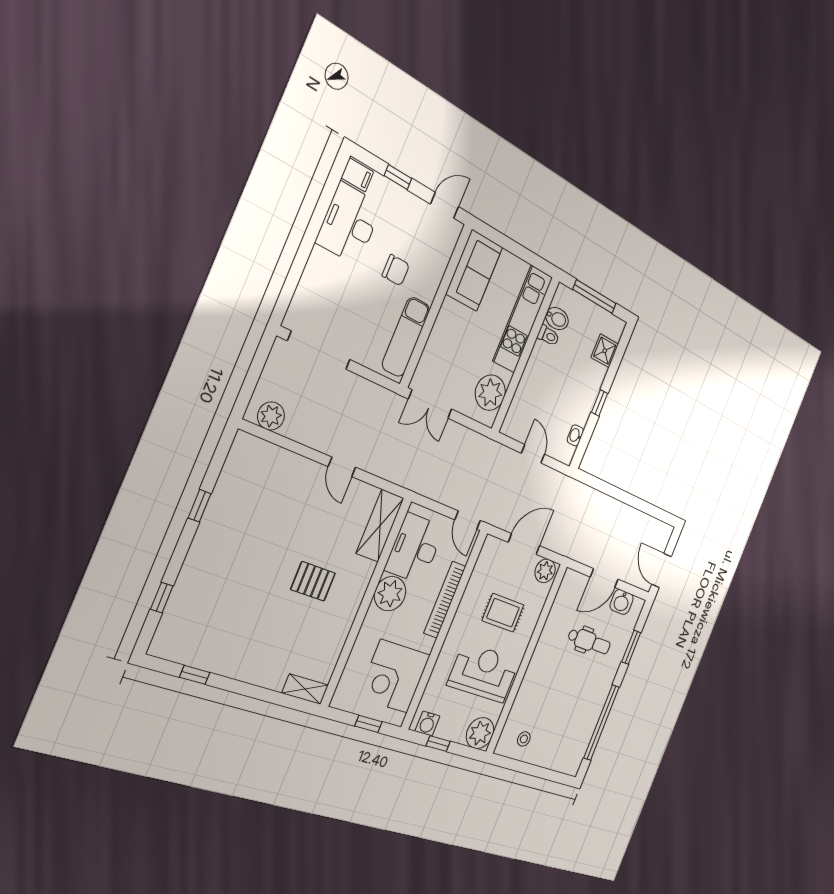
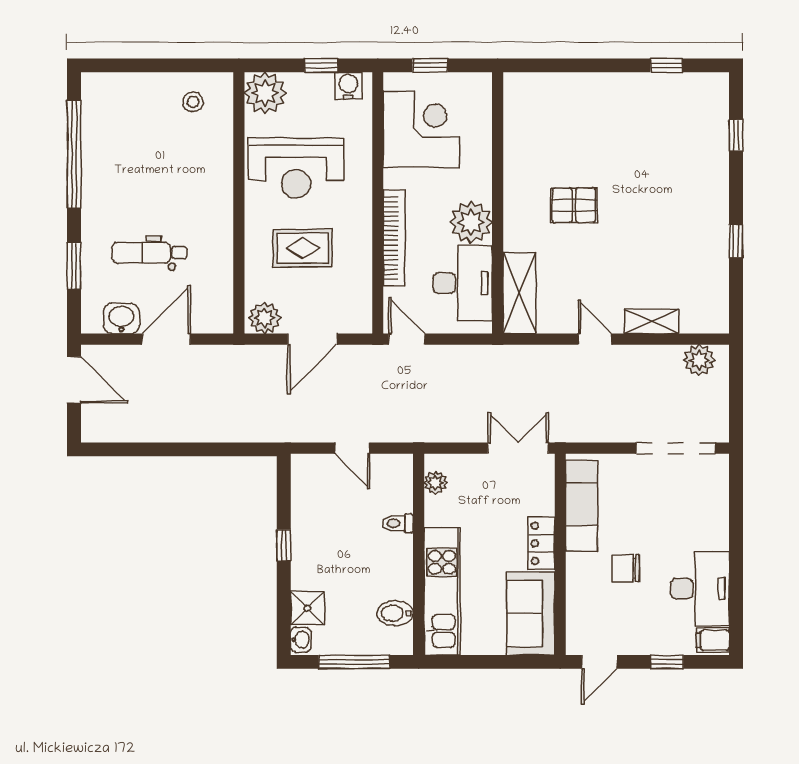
locker: (445, 321) -> (541, 543), added
toilet: (548, 336) -> (398, 523), moved
plant: (490, 393) -> (436, 483), width x0.53, depth x0.53
washbasin: (575, 435) -> (301, 640), moved
shelving: (305, 689) -> (652, 321), moved

